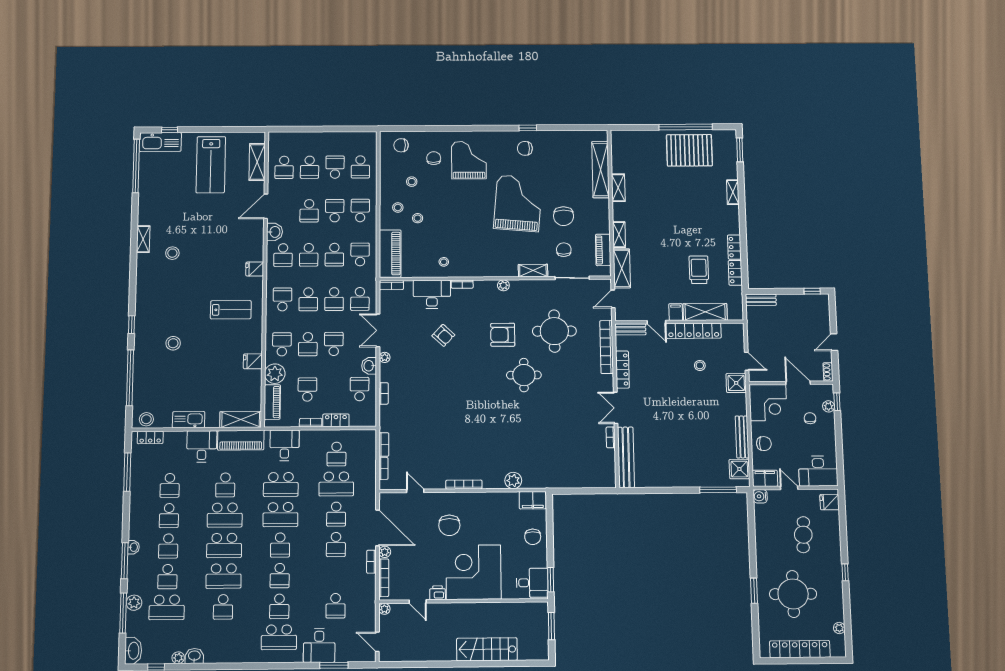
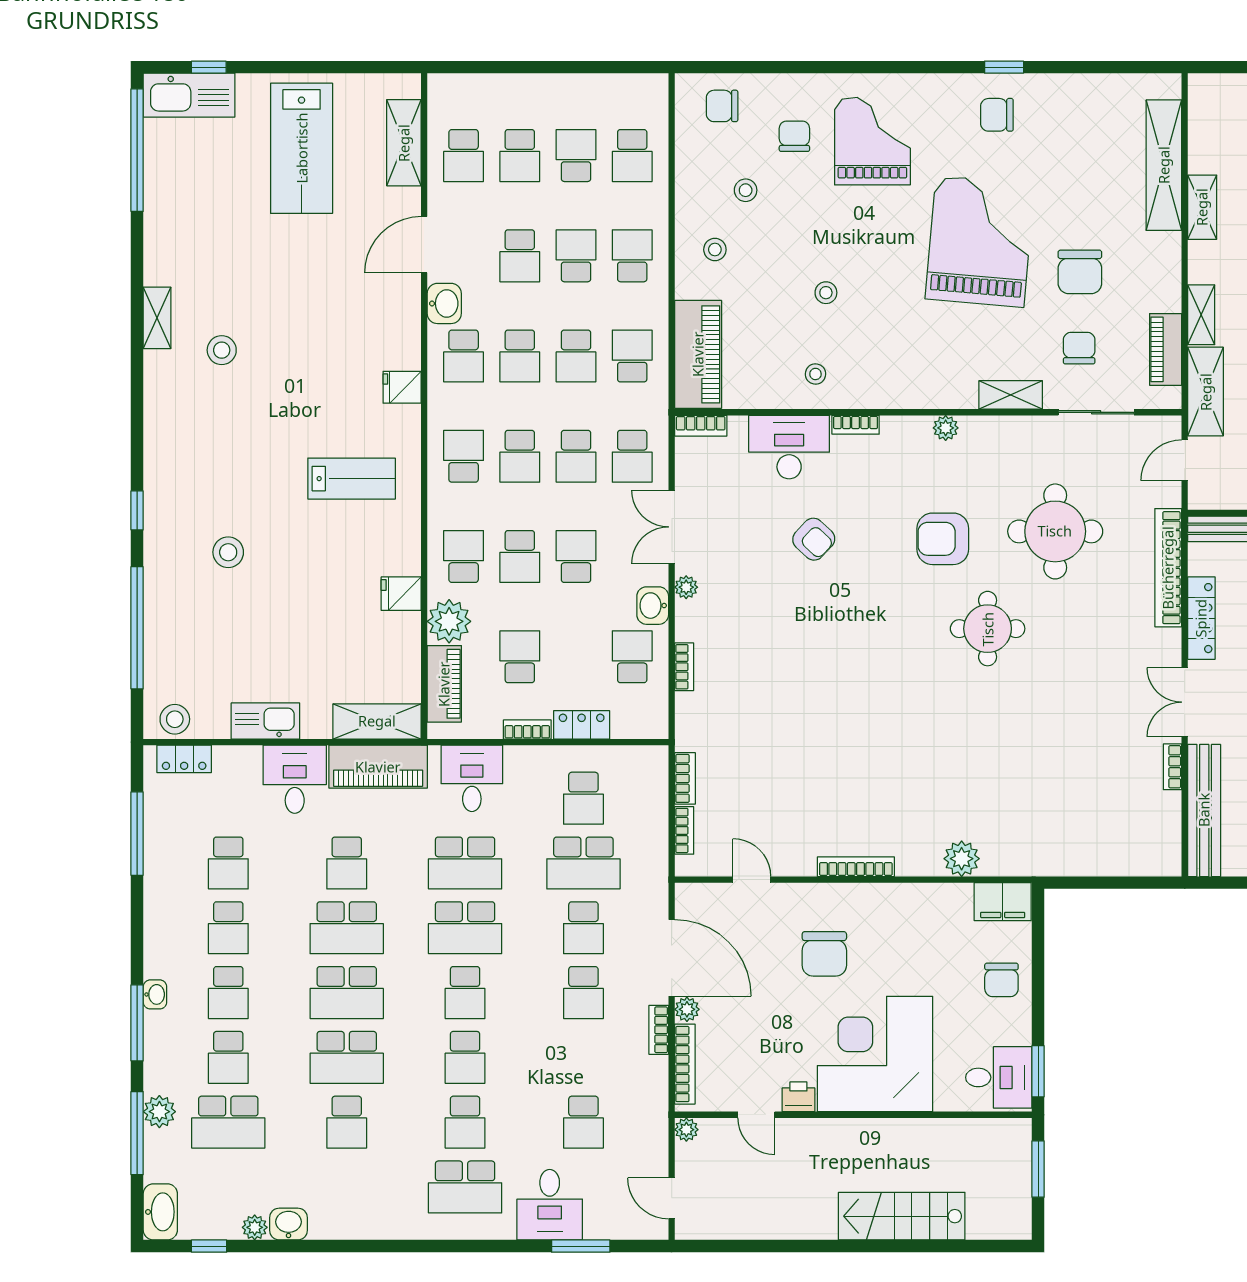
stool: (418, 218) -> (826, 293), moved

